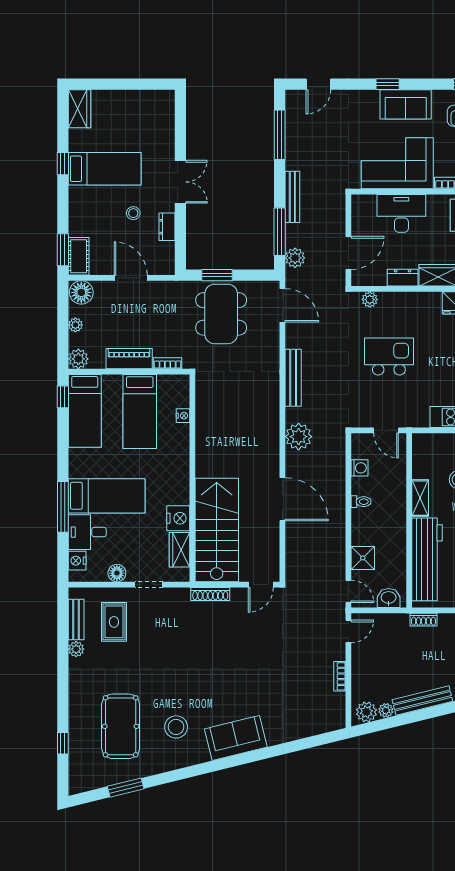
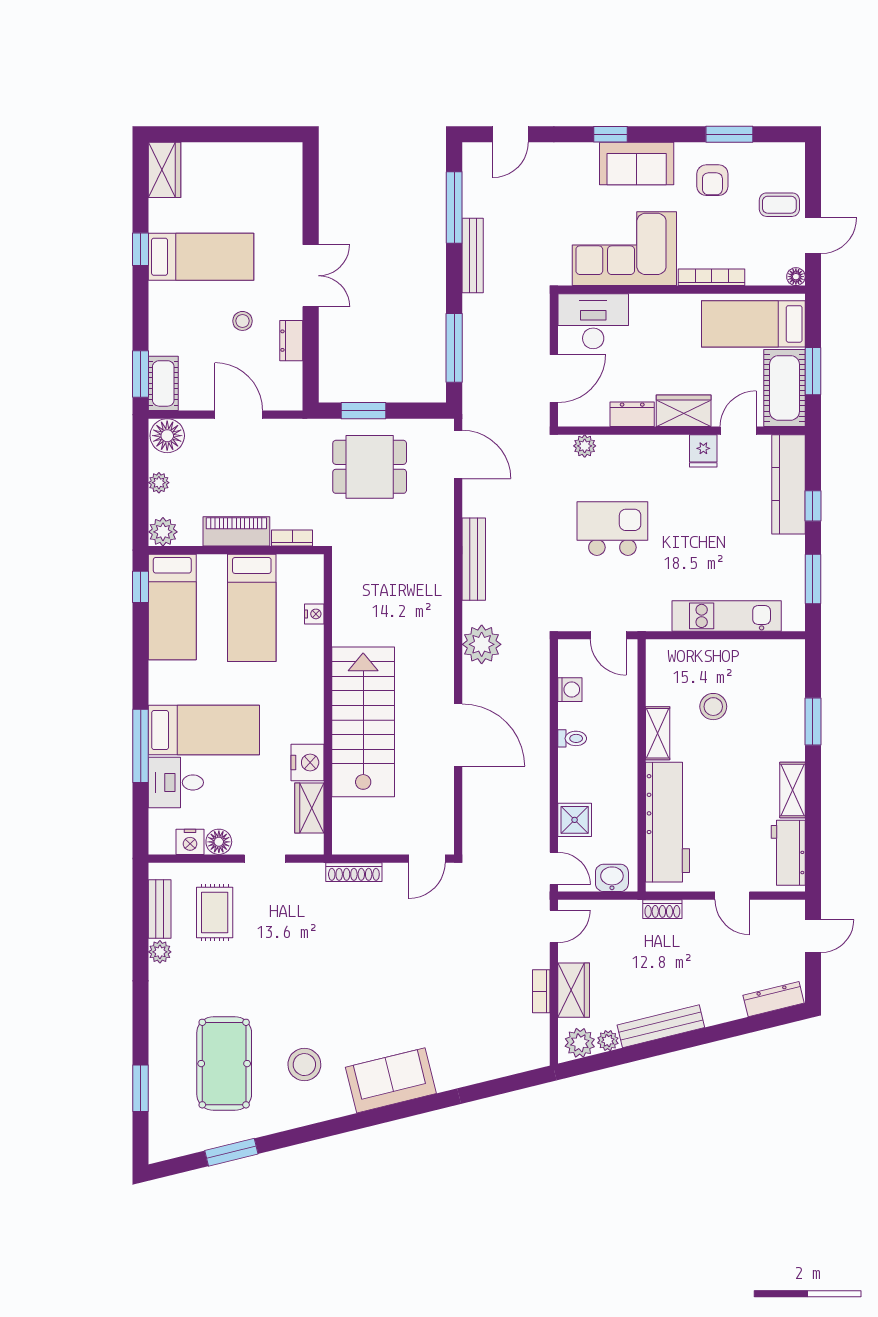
bench: (292, 197) -> (473, 256), moved
desk: (401, 213) -> (593, 321), moved
plant: (295, 258) -> (477, 386), removed
dining table: (221, 314) -> (370, 467), width x0.73
stairs: (217, 530) -> (363, 722), moved
nightstand: (77, 561) -> (190, 842), moved, turned -90
wardrobe: (362, 676) -> (574, 990), added
window: (63, 743) -> (141, 1088), width x1.50

